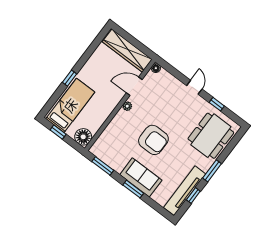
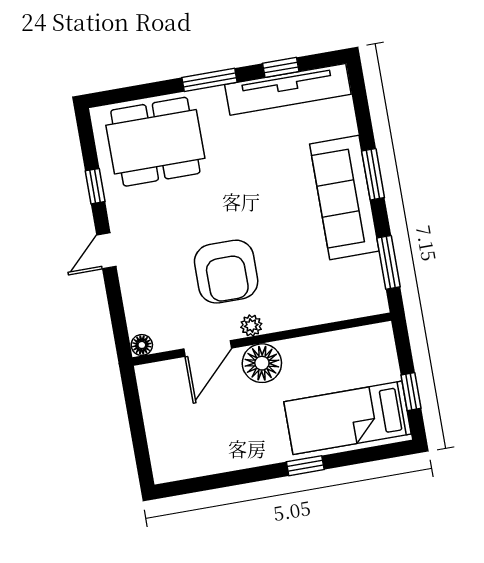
wardrobe: (127, 51) -> (163, 421), removed
door: (134, 86) -> (208, 349), hinge flipped
floor lamp: (83, 137) -> (262, 363), moved
armchair: (153, 140) -> (226, 272), moved, turned 180
sofa: (141, 177) -> (344, 197), width x1.36

